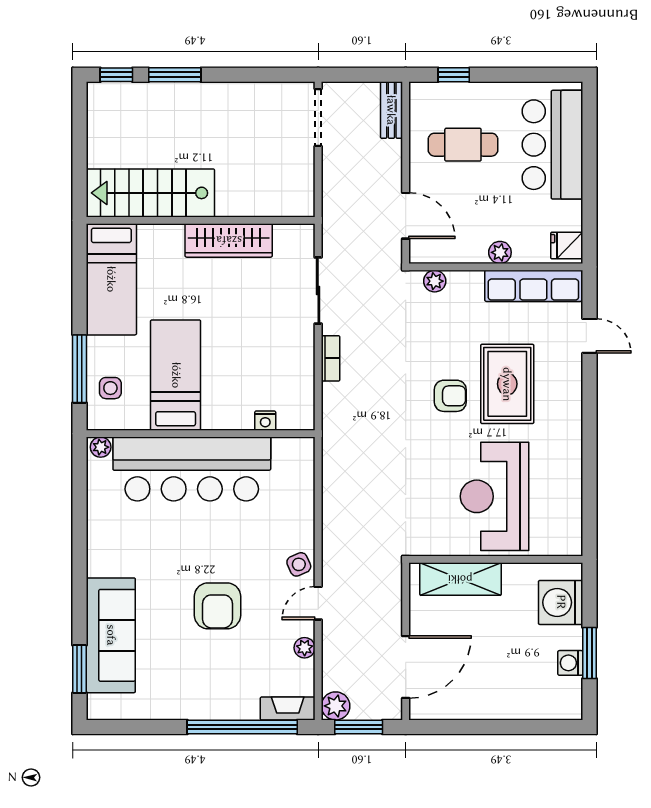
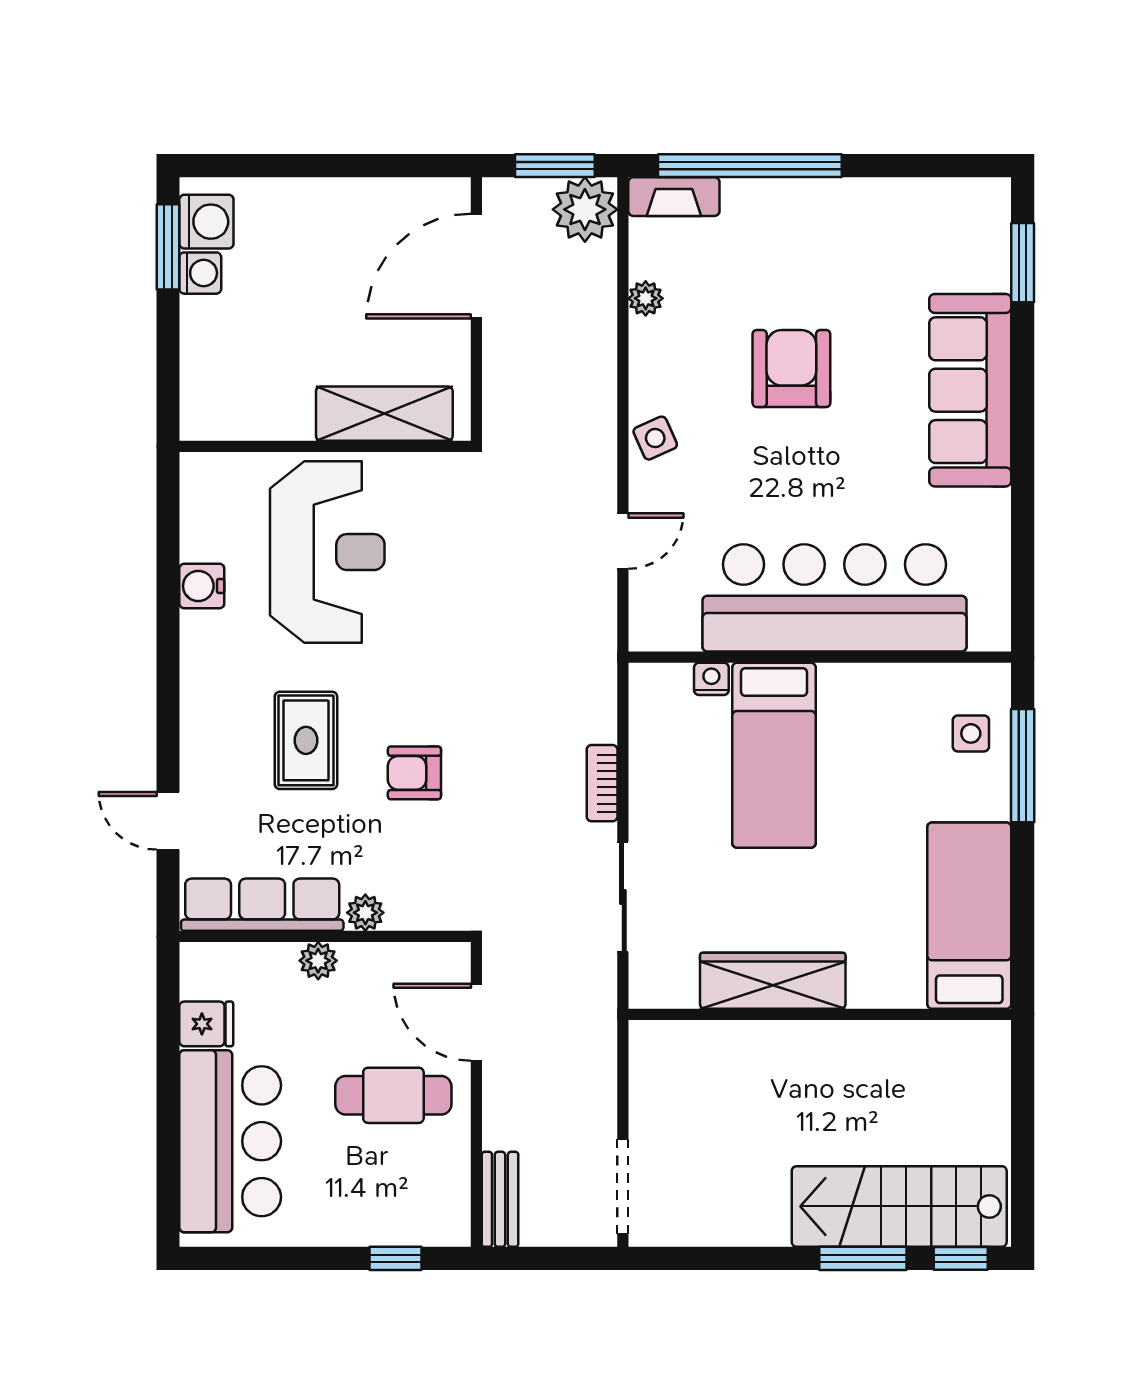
cafe table: (463, 145) -> (393, 1095), moved
stairs: (150, 193) -> (899, 1206), moved, turned 180
fridge: (567, 246) -> (206, 1024), moved
plant: (435, 281) -> (365, 913), moved
bed: (176, 375) -> (774, 755), moved
rug: (507, 384) -> (306, 740), width x0.73, depth x0.70
armchair: (450, 396) -> (414, 773), moved
plant: (101, 447) -> (987, 635), removed
water cooler: (569, 476) -> (202, 586), added
washing machine: (561, 602) -> (206, 222), moved, width x0.73, depth x0.73
door: (318, 603) -> (623, 541), moved
sofa: (111, 635) -> (970, 390), moved
window: (590, 653) -> (168, 247), moved
plant: (336, 706) -> (585, 209), width x1.36, depth x1.36

